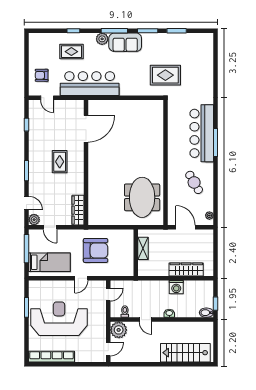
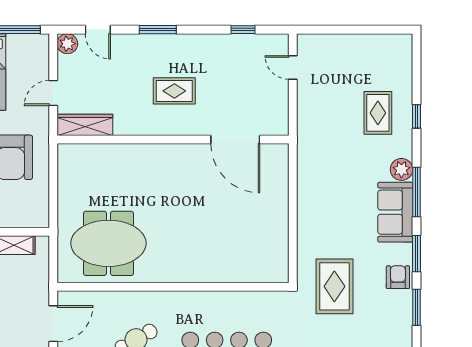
armchair: (42, 75) -> (398, 277), moved
bar counter: (90, 84) -> (319, 146), removed
door: (47, 98) -> (293, 67), hinge flipped
door: (26, 203) -> (98, 30), hinge flipped
door: (50, 227) -> (53, 93), moved

